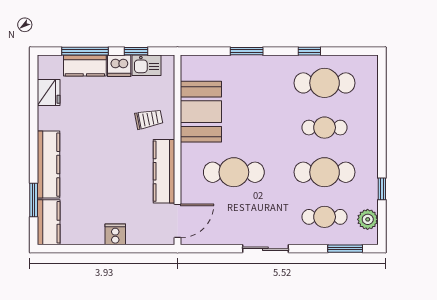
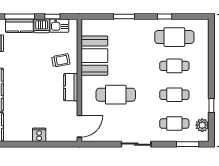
kitchen counter: (164, 171) -> (71, 87), width x0.67
cafe table: (325, 172) -> (174, 95), width x0.73, depth x0.74

